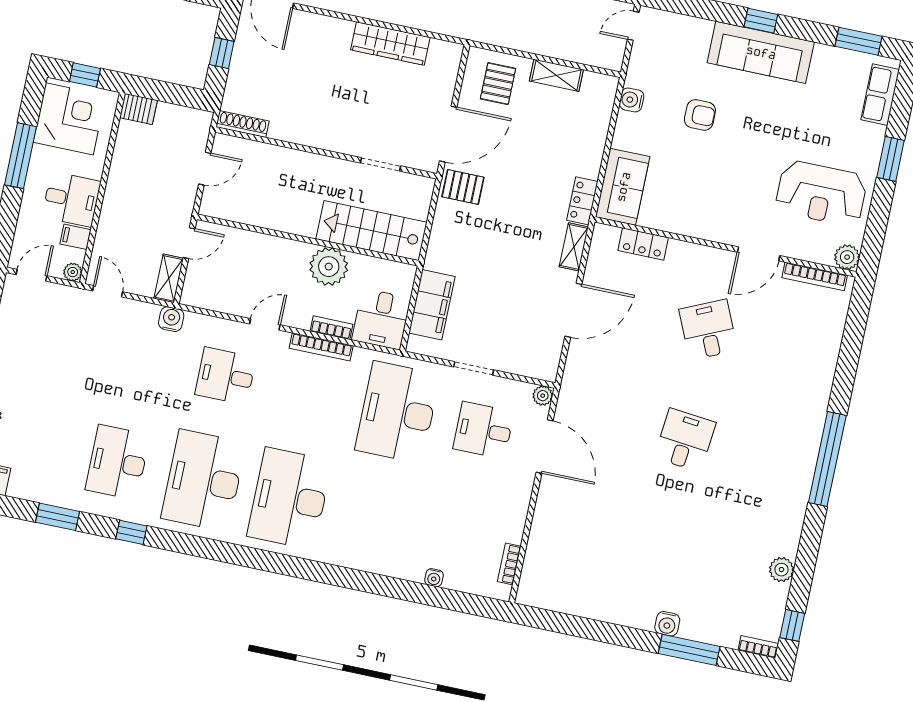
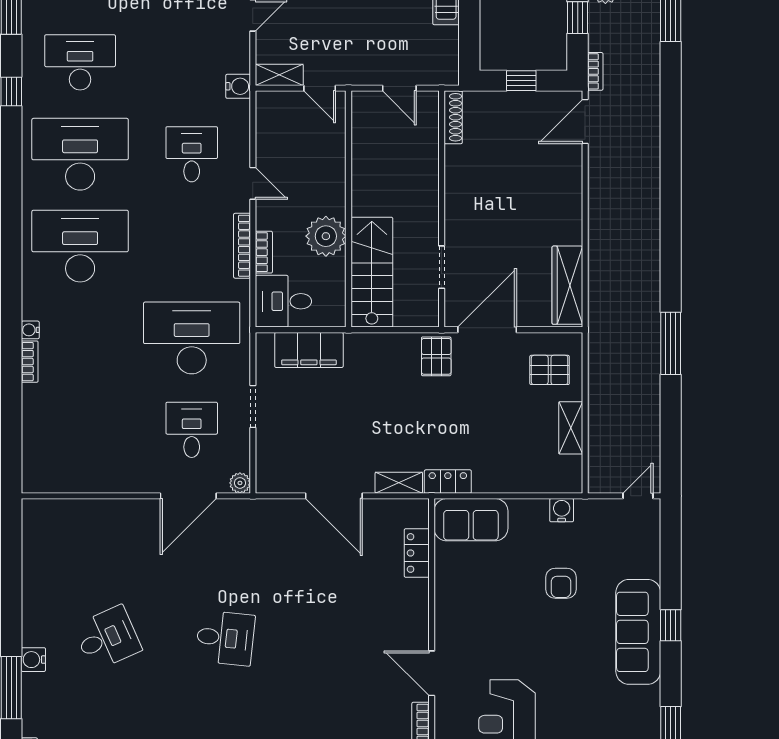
door: (633, 26) -> (638, 496), hinge flipped
wardrobe: (390, 43) -> (567, 285), moved
door: (448, 134) -> (487, 330), swing flipped
desk: (708, 330) -> (107, 638), moved
bookcase: (509, 564) -> (30, 362), moved, turned 90
water cooler: (434, 578) -> (30, 330), moved

